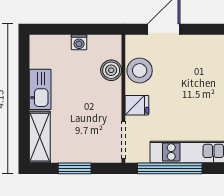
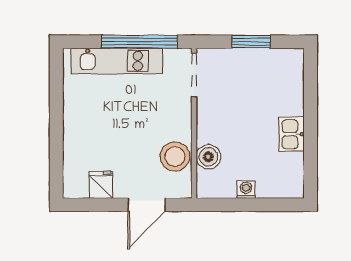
kitchen sink: (40, 89) -> (292, 134), width x0.73
fridge: (137, 105) -> (101, 185), moved, turned 90
shelving: (40, 137) -> (292, 78), removed

